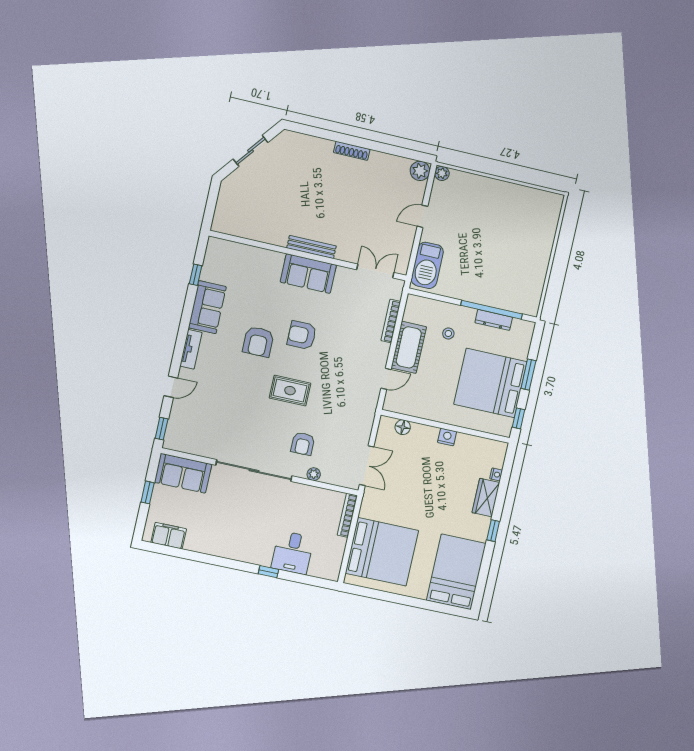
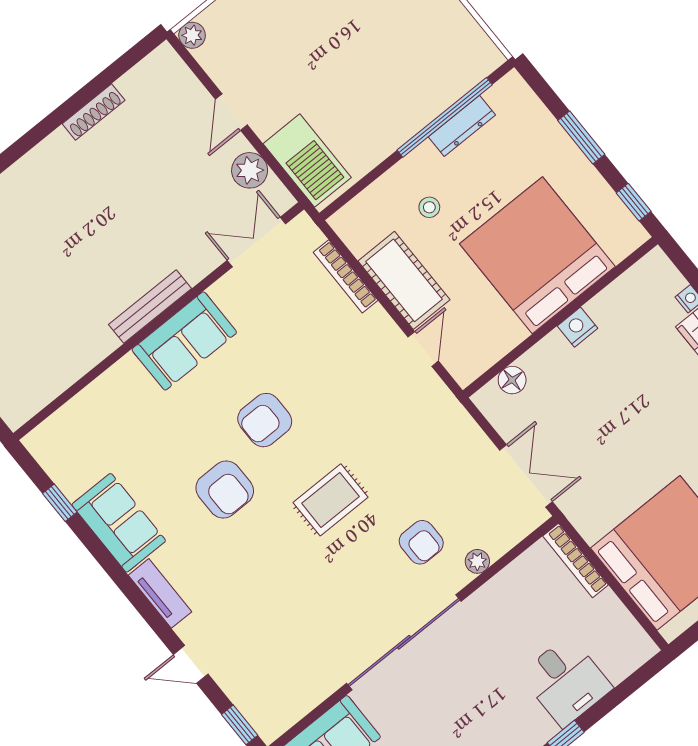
shoe rack: (352, 151) -> (94, 112), moved
plant: (420, 171) -> (250, 170), moved
bed: (490, 383) -> (537, 255), moved, turned 90
door: (171, 387) -> (191, 664), swing flipped

